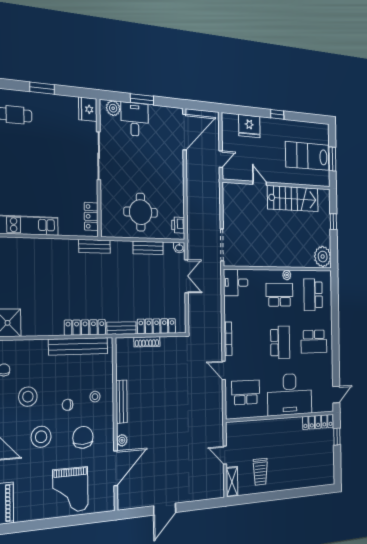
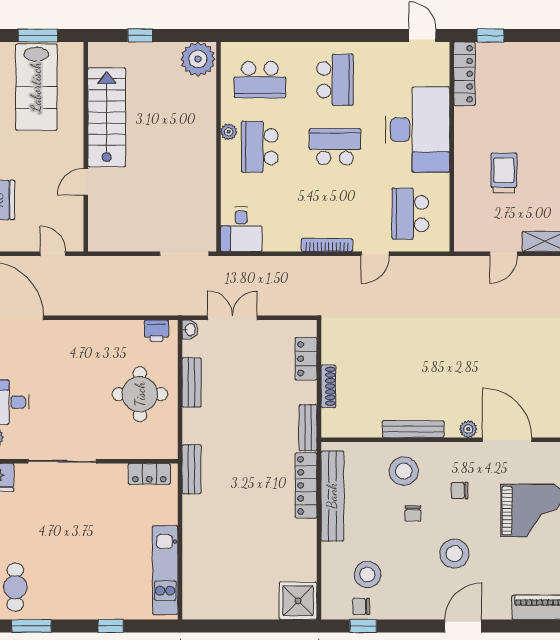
locker: (157, 326) -> (306, 359), width x0.66
stool: (28, 397) -> (367, 574), moved
stool: (95, 397) -> (404, 471), width x1.89, depth x1.89
chair: (83, 437) -> (460, 491), width x0.54, depth x0.54
trolley: (260, 472) -> (504, 173), moved, turned -90

